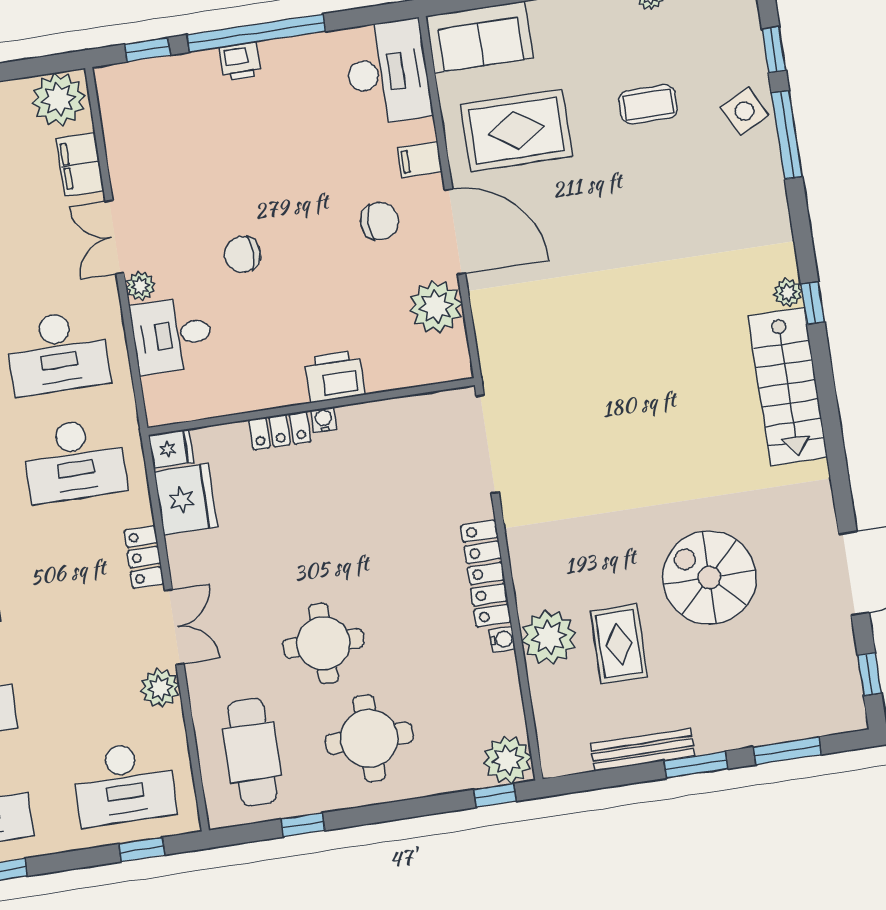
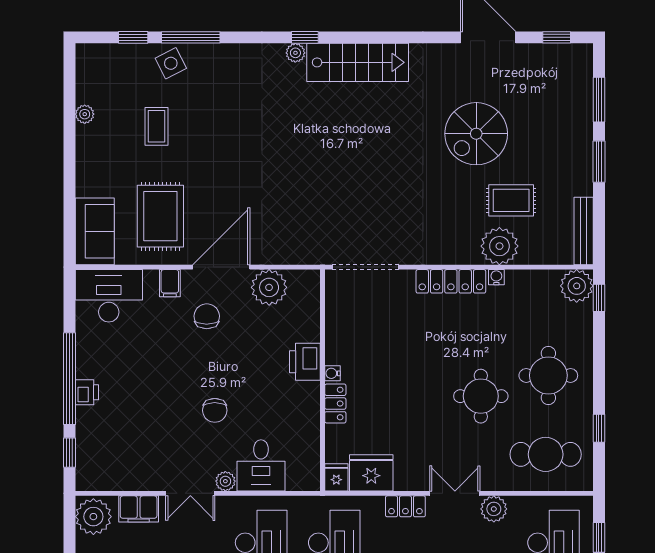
bench: (643, 750) -> (584, 231), moved

